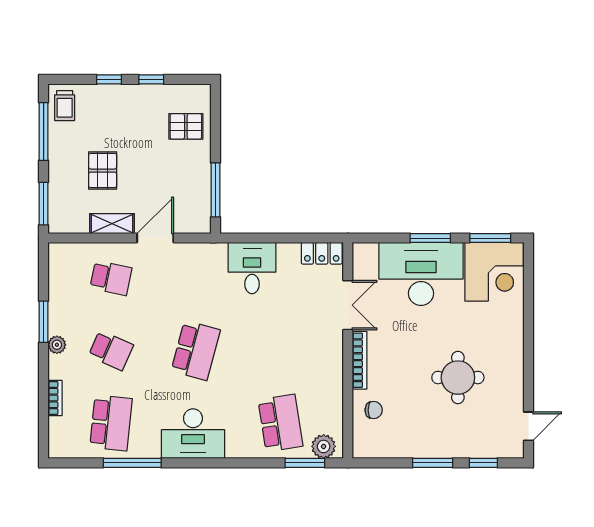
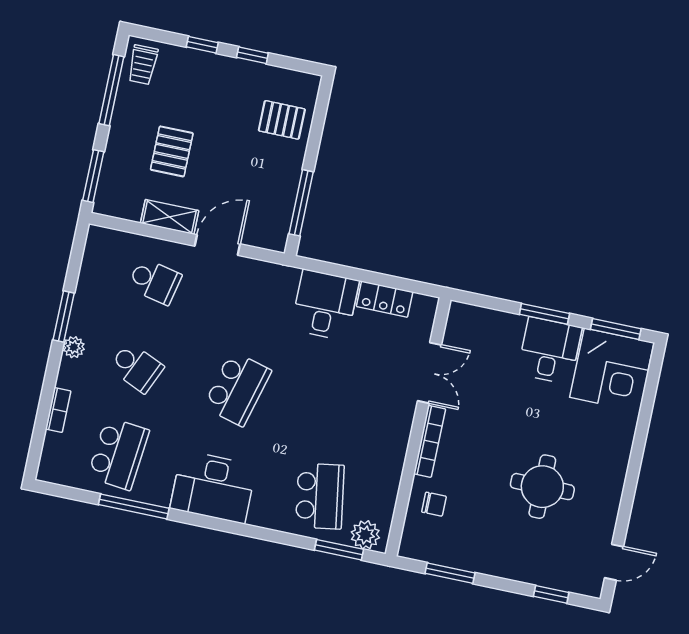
locker: (322, 253) -> (385, 299), moved
desk: (421, 274) -> (550, 350), width x0.53, depth x0.77
window: (433, 463) -> (450, 573), moved

